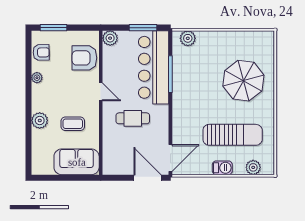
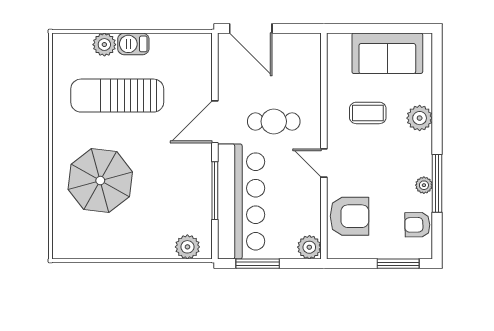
window: (29, 79) -> (437, 183), added
door: (170, 158) -> (215, 122), moved
sofa: (77, 162) -> (387, 53), moved
plant: (253, 167) -> (104, 45), moved

